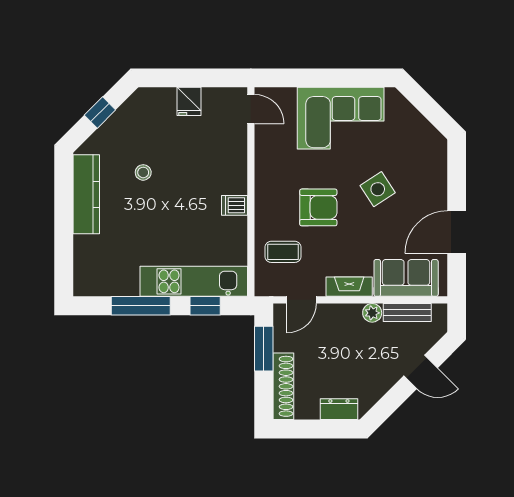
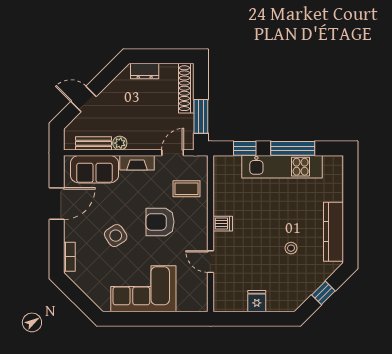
door: (251, 109) -> (210, 262), moved
bookcase: (440, 161) -> (69, 257), added
kitchen unit: (194, 281) -> (282, 167), moved

